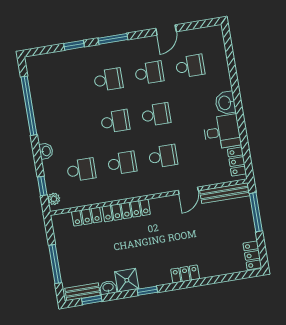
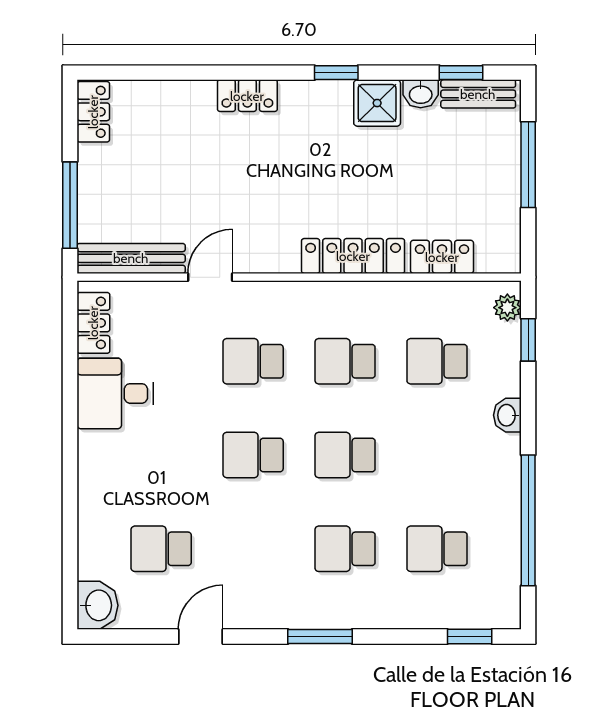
window: (74, 45) -> (470, 636), moved
school desk: (149, 73) -> (437, 549), moved
washbasin: (225, 103) -> (97, 605), moved

